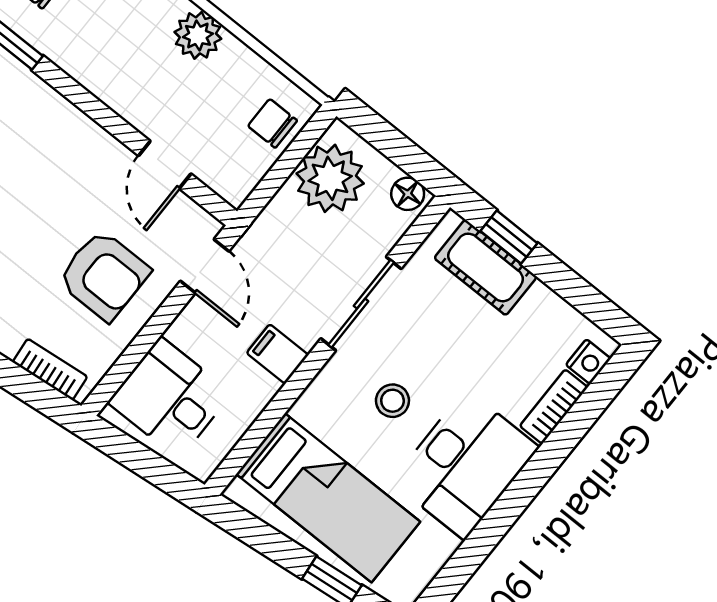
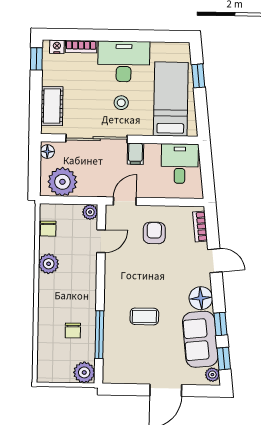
chair: (272, 123) -> (48, 229), moved
plant: (234, 186) -> (90, 212), added
window: (509, 237) -> (36, 59), moved
armchair: (104, 275) -> (154, 233), width x0.72, depth x0.72
sliding door: (361, 304) -> (97, 139), width x1.37
desk: (170, 398) -> (180, 164), moved, turned 180

